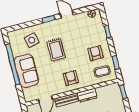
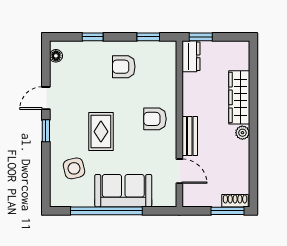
rug: (56, 50) -> (101, 132), turned 90
coffee table: (102, 71) -> (158, 64), removed
dresser: (87, 95) -> (191, 56), moved

